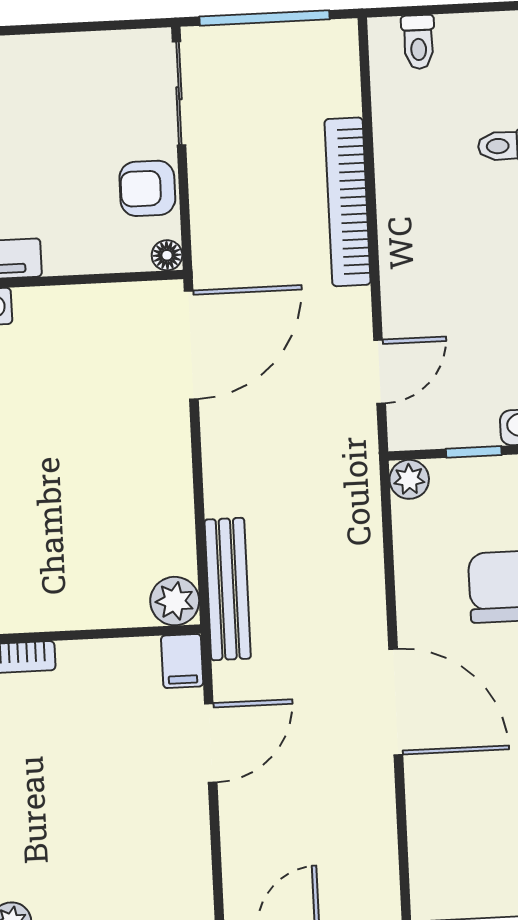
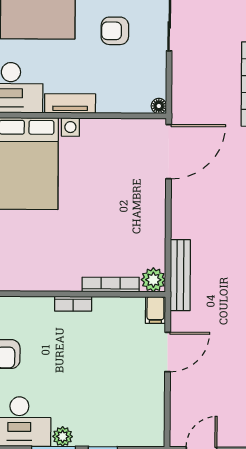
armchair: (147, 188) -> (115, 31), moved
bookcase: (90, 615) -> (111, 285), added

